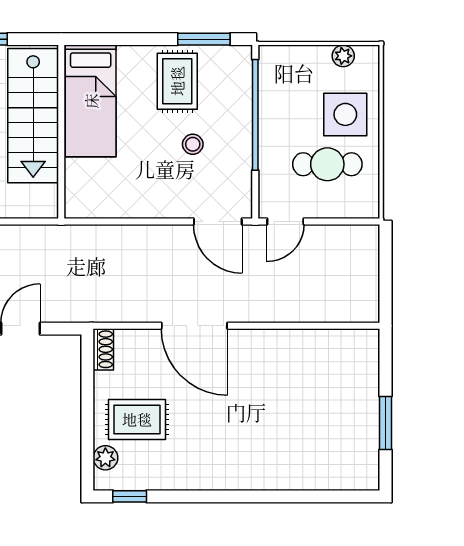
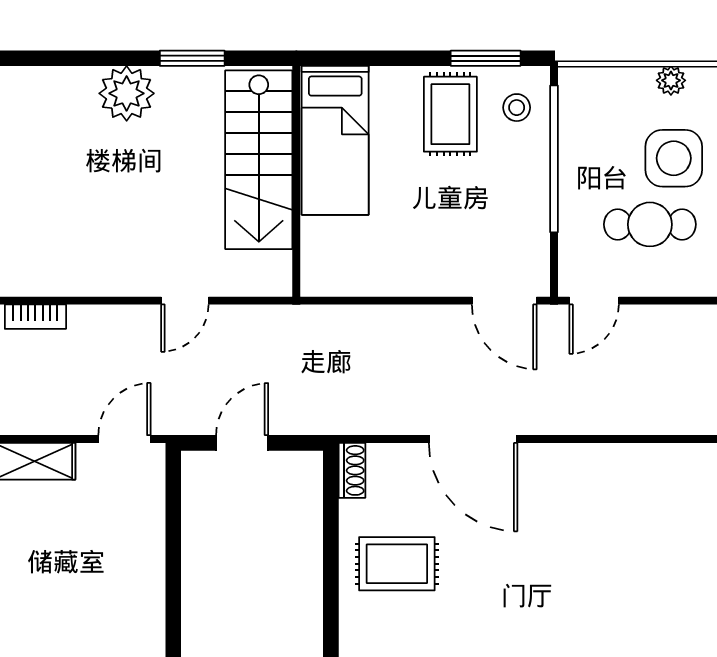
stool: (193, 144) -> (517, 108), moved
plant: (105, 458) -> (355, 615), removed

